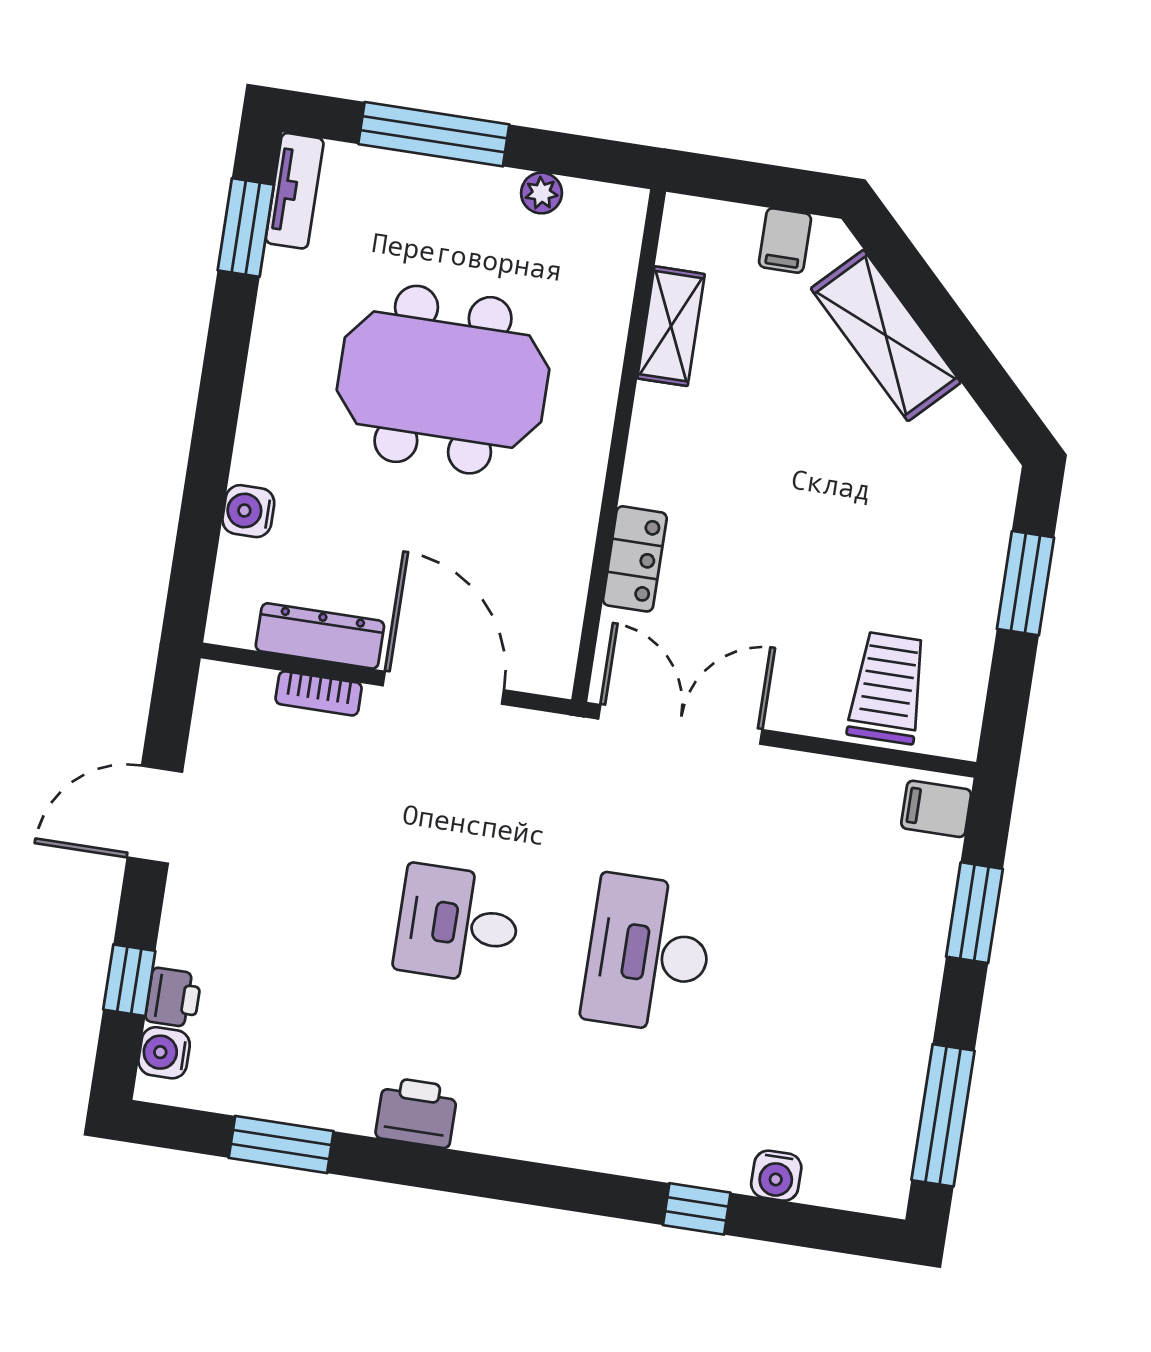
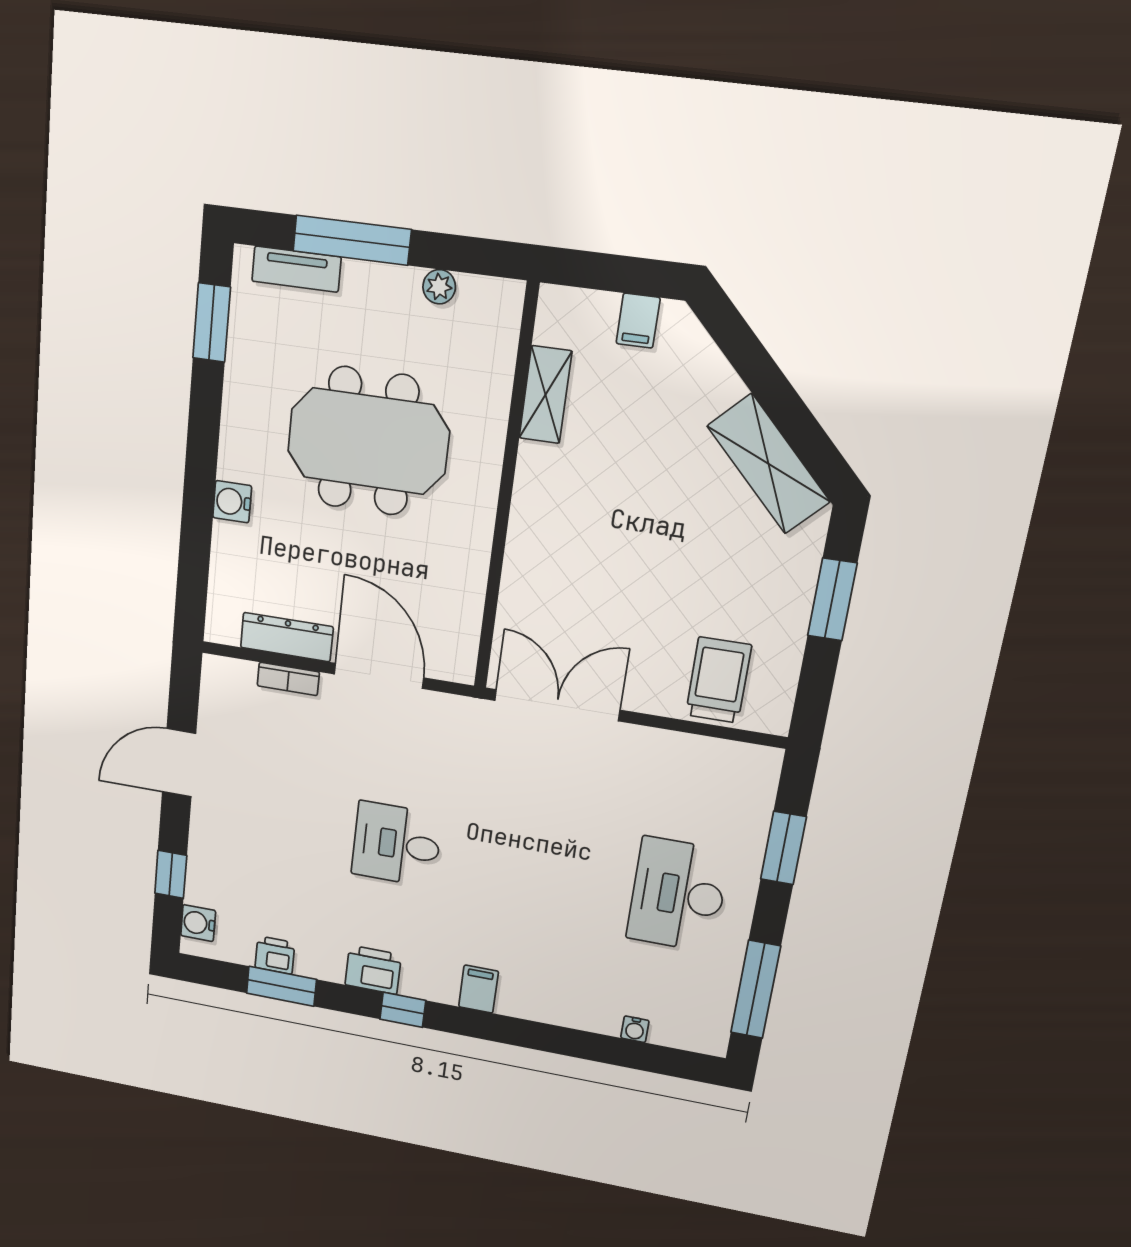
tv unit: (295, 191) -> (296, 269), moved, turned 90
shelving: (886, 335) -> (769, 464), moved
water cooler: (248, 511) -> (232, 502), moved
locker: (635, 559) -> (520, 580), removed
filing cabinet: (936, 809) -> (479, 989), moved, turned 90
desk: (648, 954) -> (678, 895), moved
printer: (173, 998) -> (275, 955), moved, turned -90
water cooler: (776, 1176) -> (635, 1029), width x0.72, depth x0.72
window: (697, 1209) -> (403, 1010), moved

